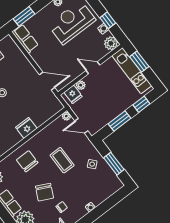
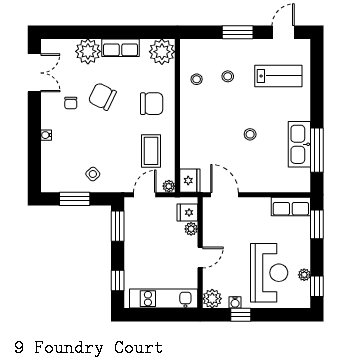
window: (139, 62) -> (167, 315), removed
door: (47, 81) -> (225, 195), swing flipped
window: (119, 121) -> (118, 226), moved
fridge: (26, 128) -> (190, 181), moved
coffee table: (62, 160) -> (151, 151), moved, turned 90

